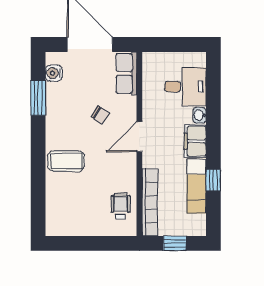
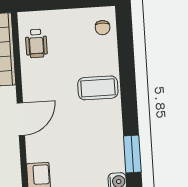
chair: (100, 115) -> (103, 28), moved, turned -122

